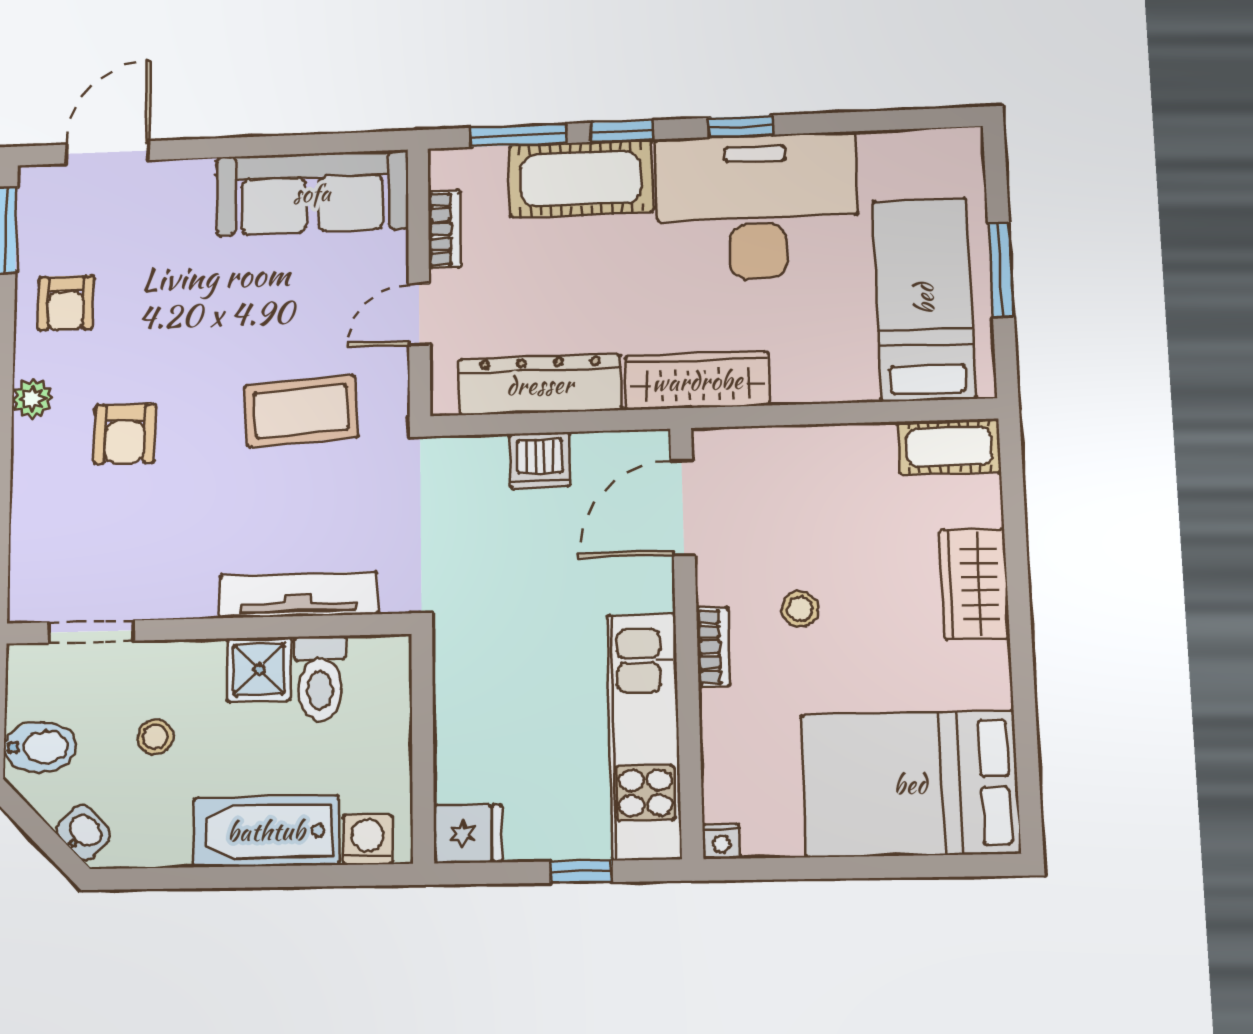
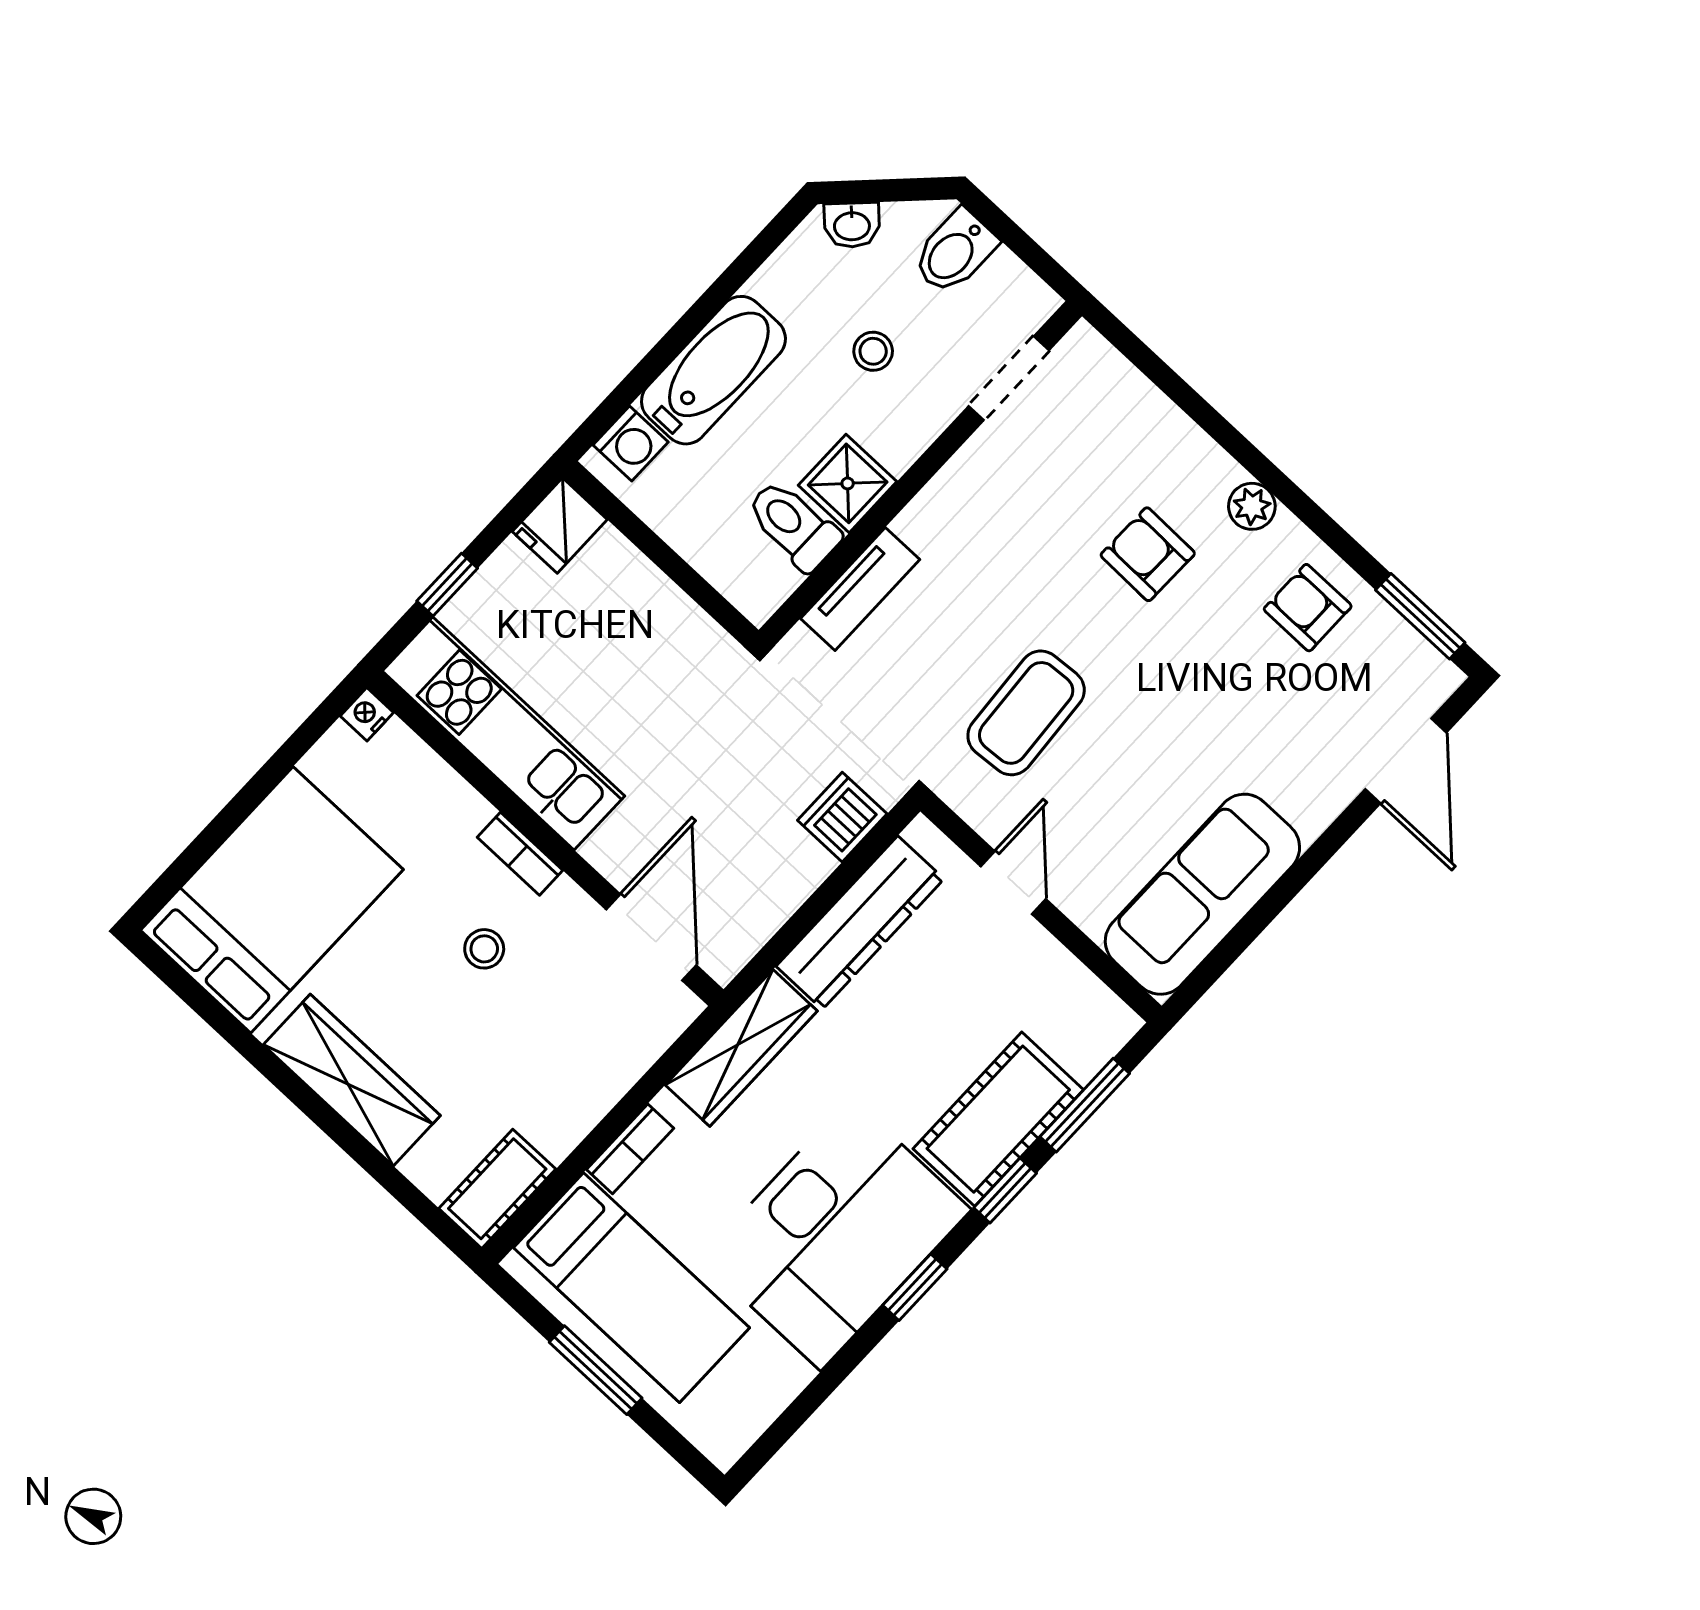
bookcase: (444, 229) -> (630, 1149), moved, turned -90
dishwasher: (540, 460) -> (842, 817), moved
wardrobe: (974, 584) -> (352, 1080), width x1.50
tv unit: (298, 595) -> (860, 589), width x0.71

